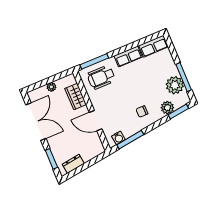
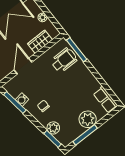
row of seats: (128, 56) -> (90, 79), removed
wheelchair: (101, 77) -> (64, 60), turned 90
plant: (175, 85) -> (88, 119), moved
water cooler: (118, 138) -> (22, 100), moved

